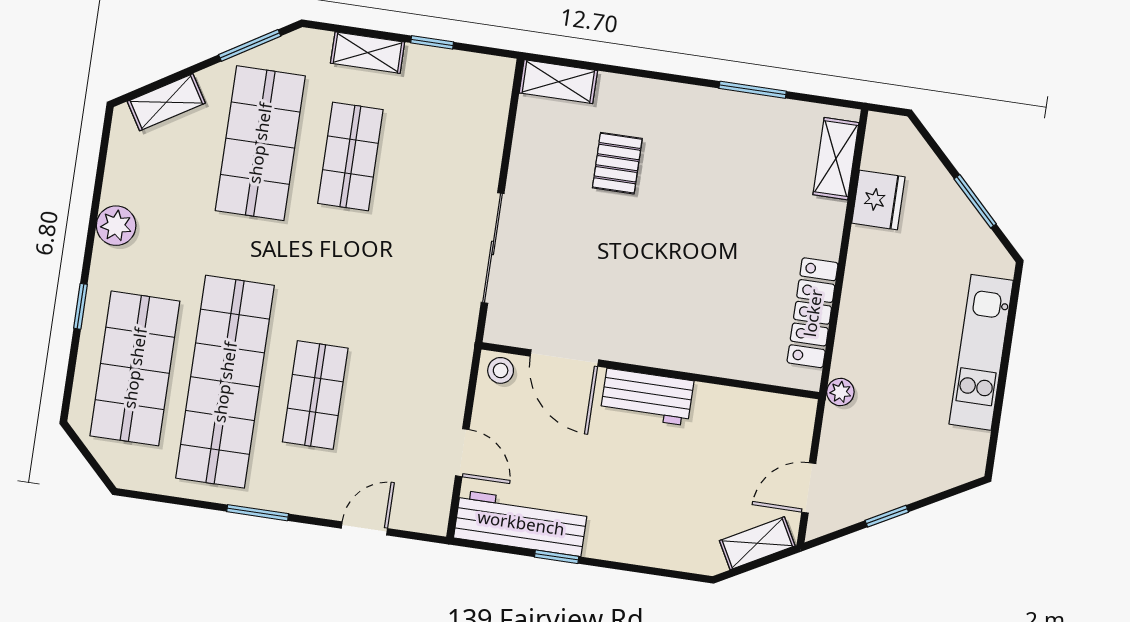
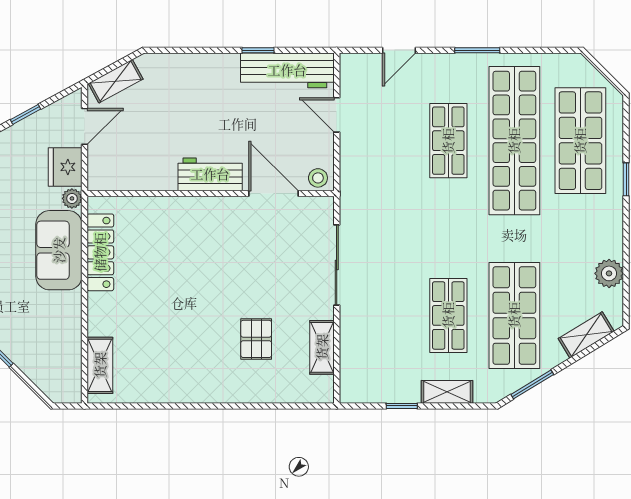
shelving: (558, 82) -> (322, 347), moved, turned 90
window: (753, 90) -> (167, 406), removed
fridge: (878, 200) -> (65, 167), moved
plant: (116, 226) -> (609, 273), moved
sofa: (869, 324) -> (59, 250), added

